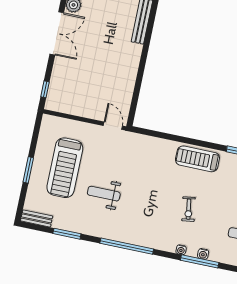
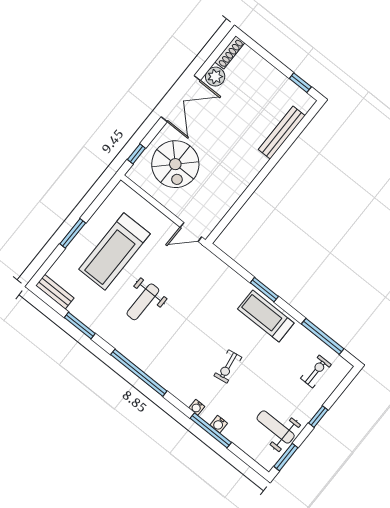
spiral stairs: (77, 83) -> (175, 164), added
door: (113, 126) -> (191, 232), swing flipped
window: (187, 140) -> (264, 290), added
weight bench: (104, 194) -> (143, 302), turned -90

